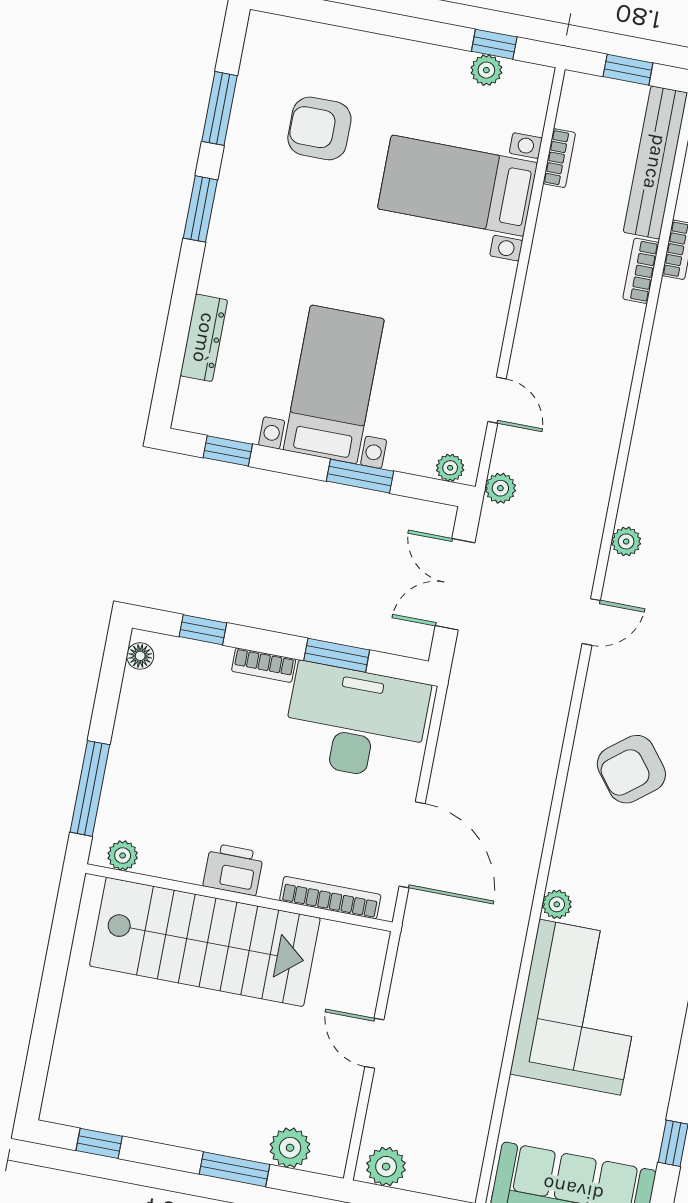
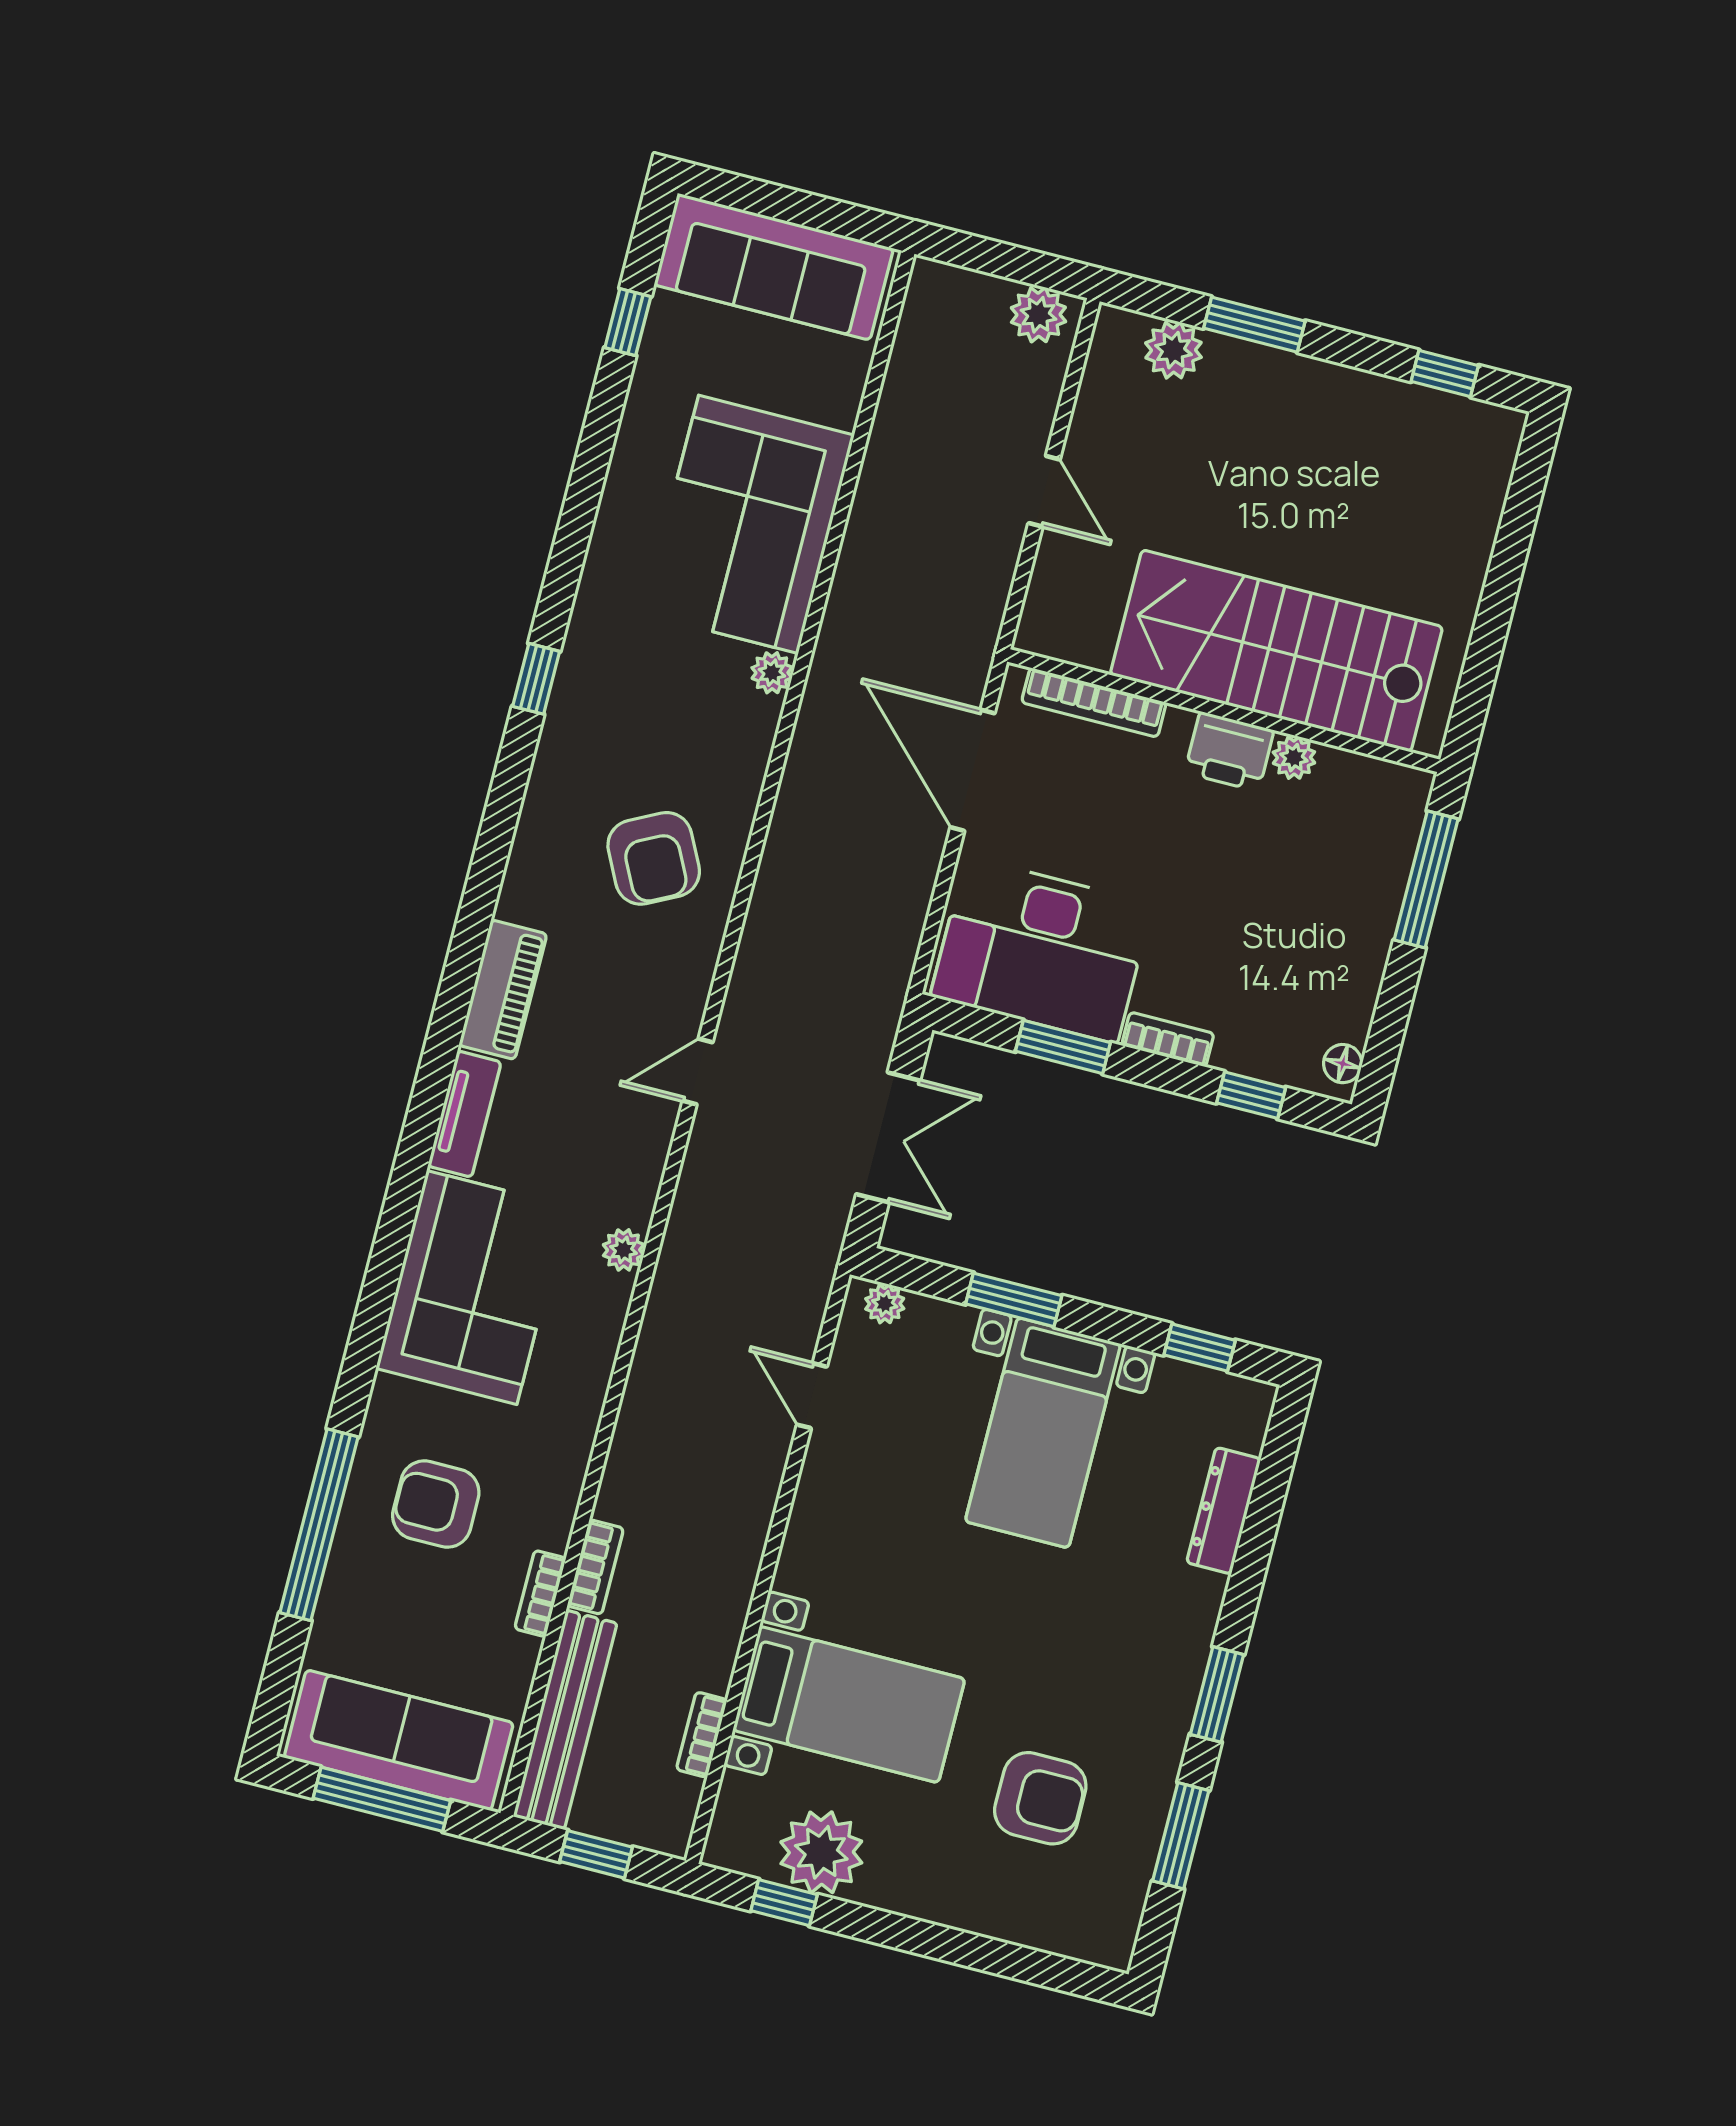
plant: (486, 70) -> (821, 1852), width x1.87, depth x1.87
plant: (500, 488) -> (815, 1270), removed
plant: (626, 541) -> (624, 1250), moved
armchair: (631, 769) -> (654, 858), turned 101
plant: (123, 856) -> (1294, 758), moved

